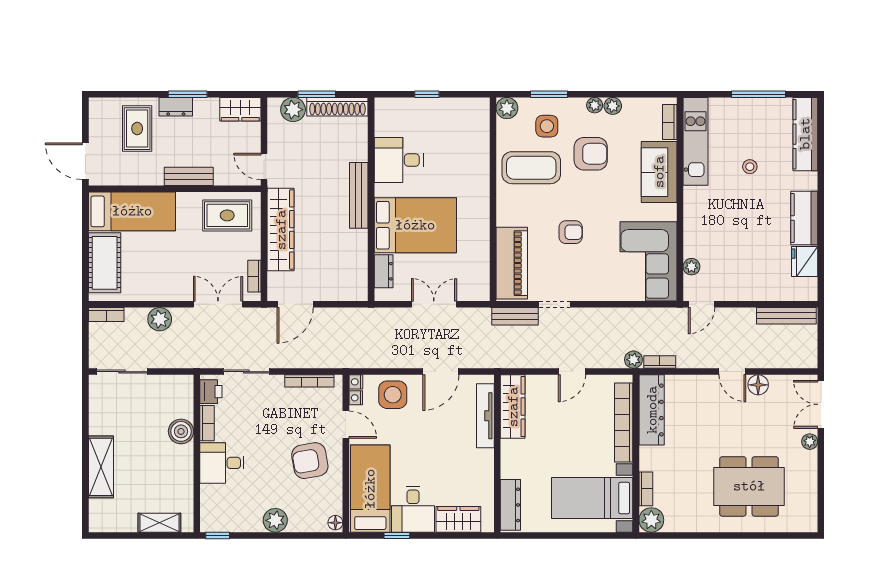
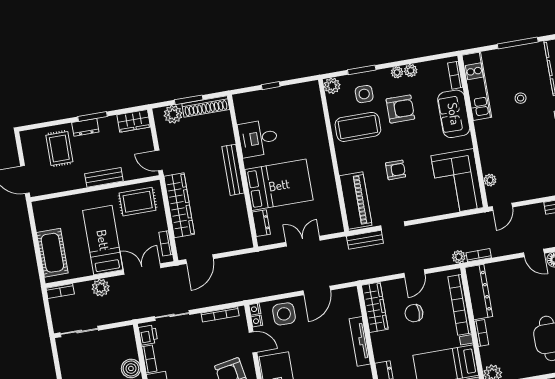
bed: (132, 211) -> (103, 240), moved, turned -90
tv unit: (485, 416) -> (360, 341), moved
chair: (562, 423) -> (414, 313), added
bookcase: (646, 489) -> (481, 333), moved

